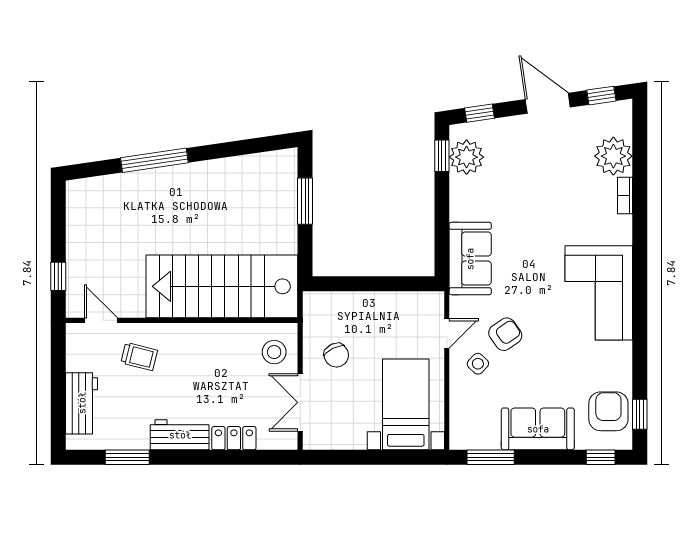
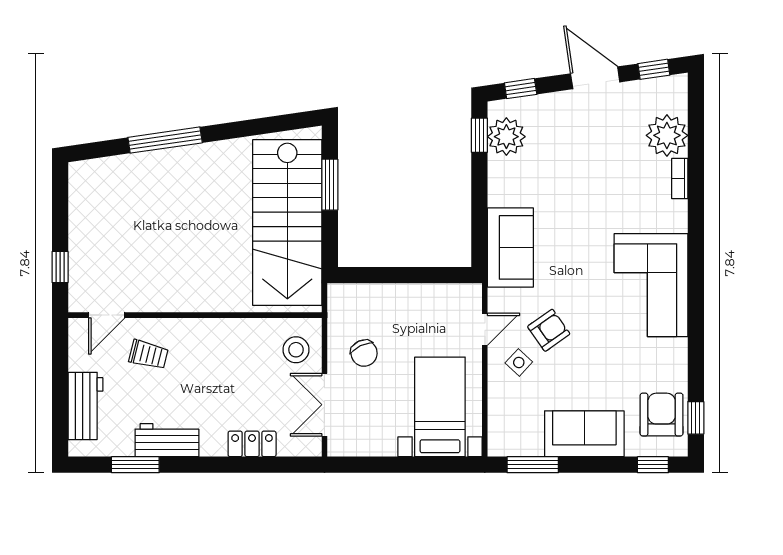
stairs: (222, 286) -> (287, 223), moved, turned -90
door: (101, 320) -> (107, 315), swing flipped
workbench: (180, 435) -> (167, 440), moved

